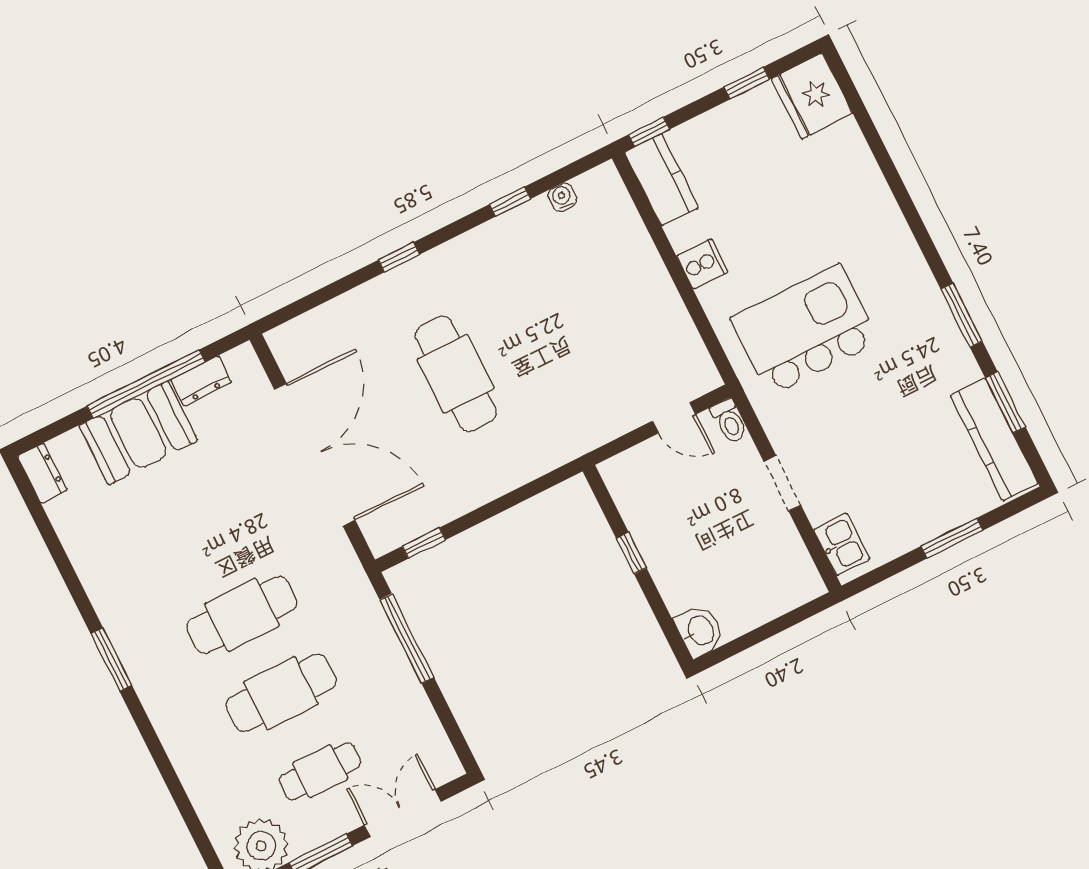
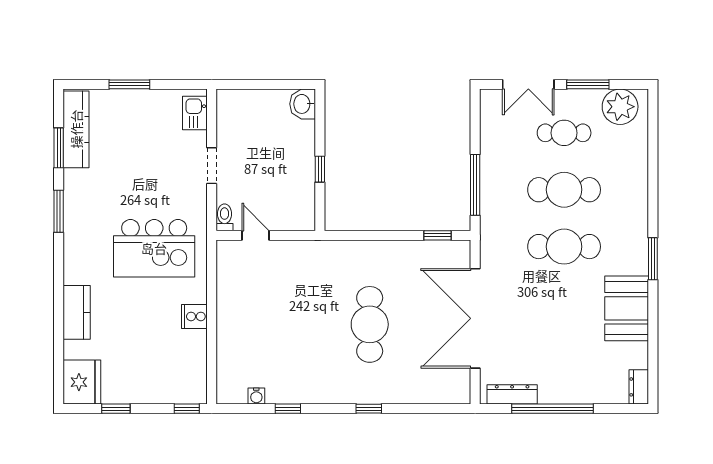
kitchen counter: (661, 180) -> (77, 312), moved, turned 180
dresser: (201, 381) -> (512, 394), width x1.44
booth: (138, 433) -> (627, 308), moved, turned 90

